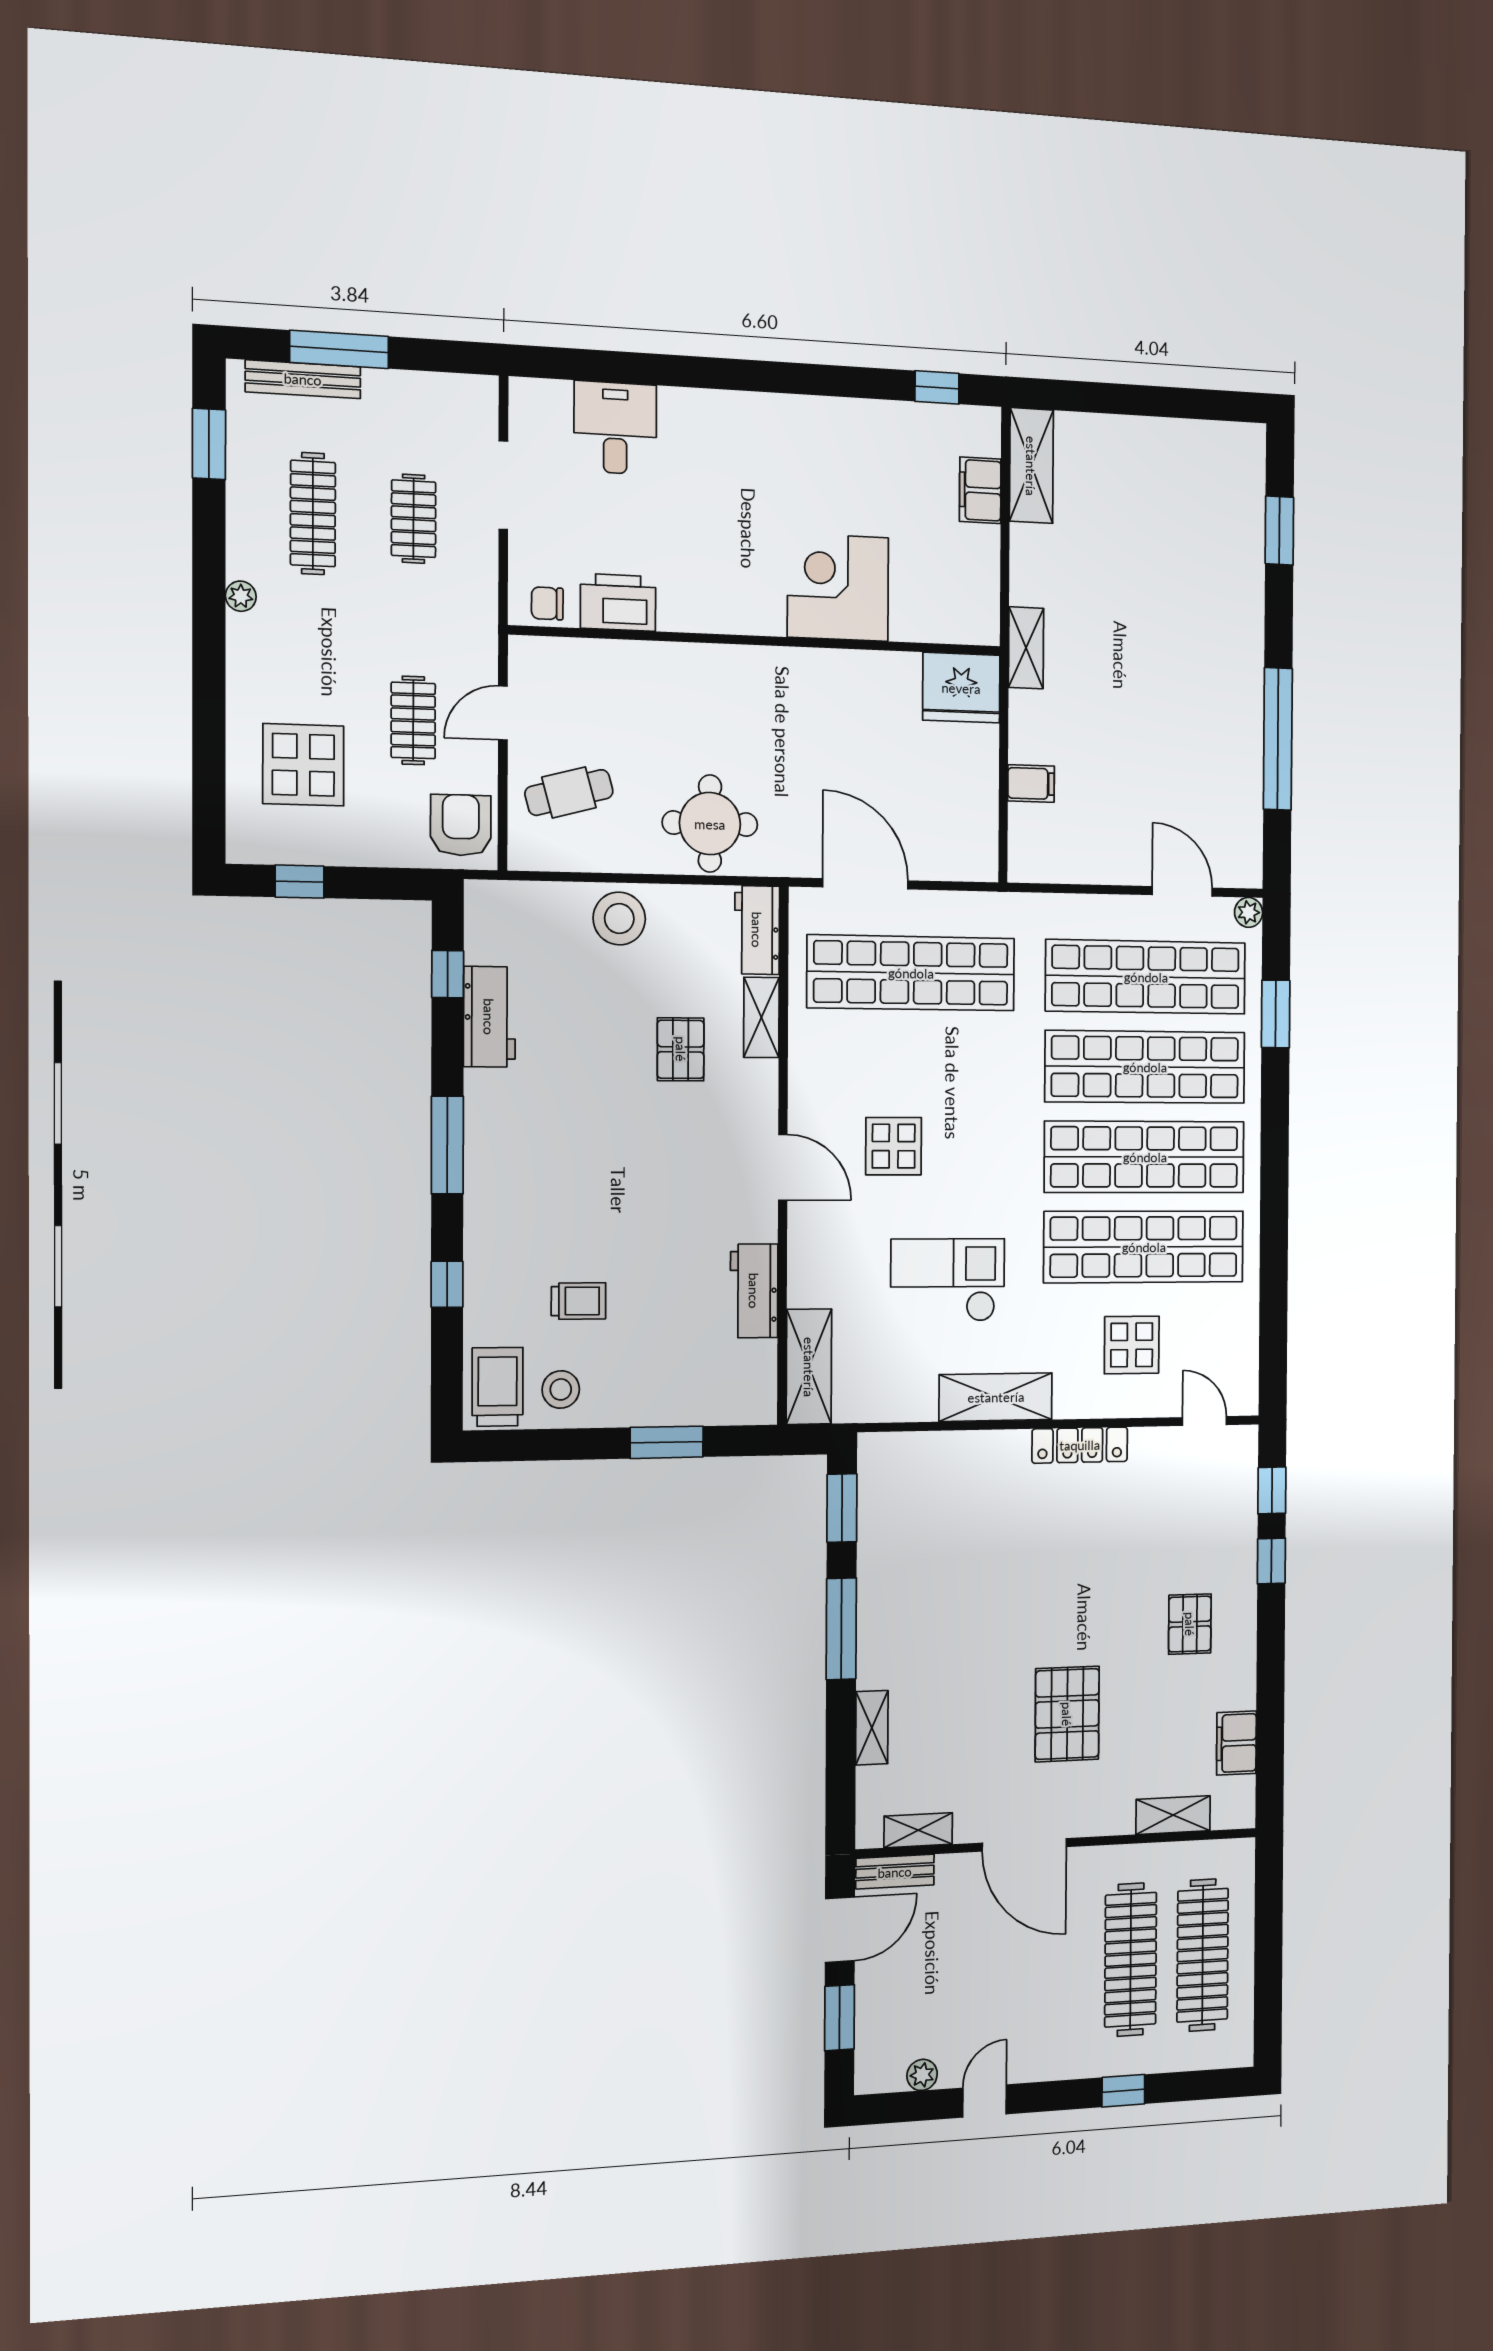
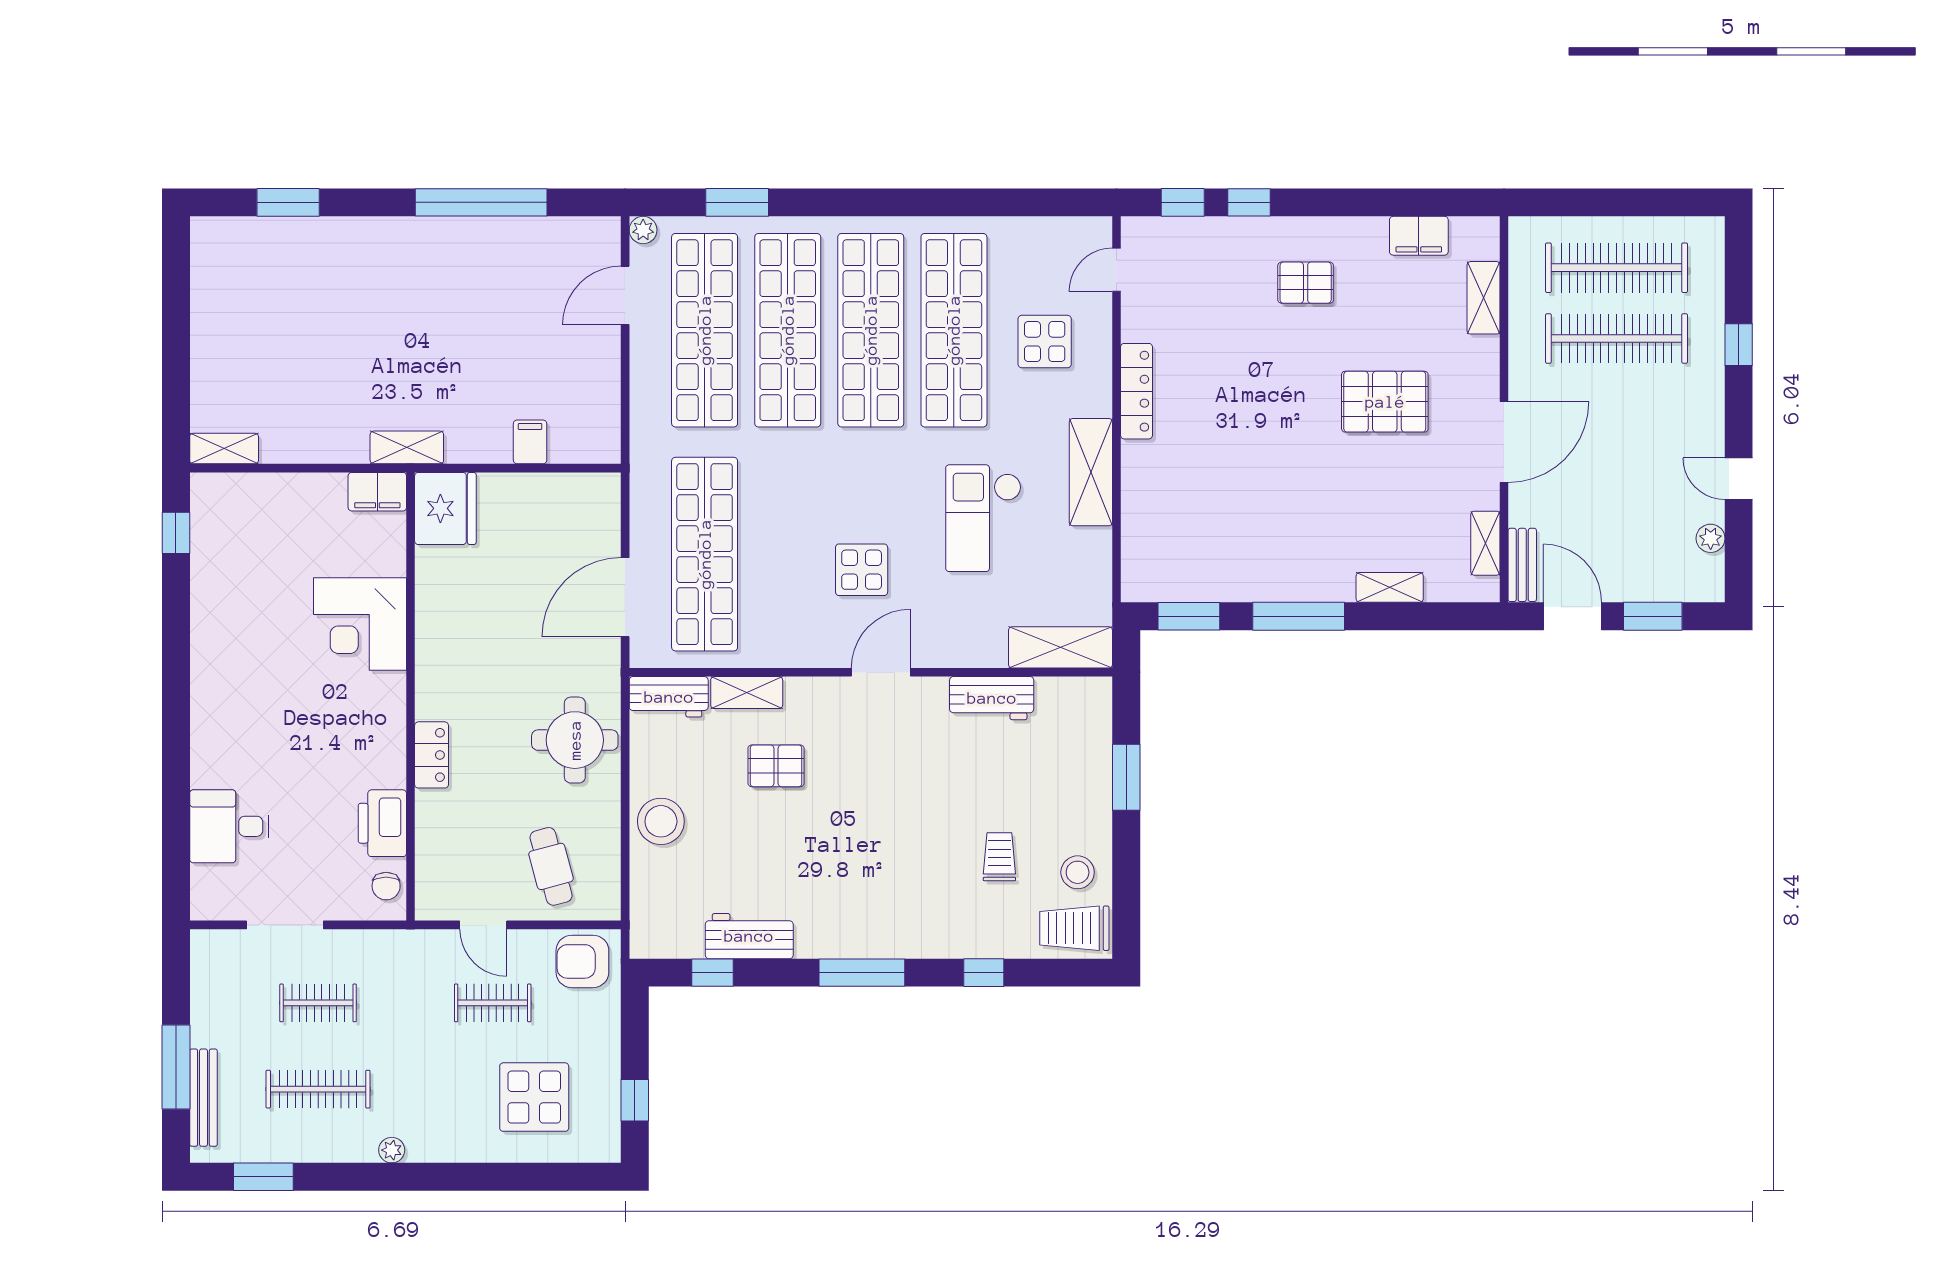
shelving: (1031, 466) -> (224, 449), width x0.67, depth x0.75
filing cabinet: (980, 490) -> (377, 492), moved
locker: (694, 661) -> (432, 755), added

